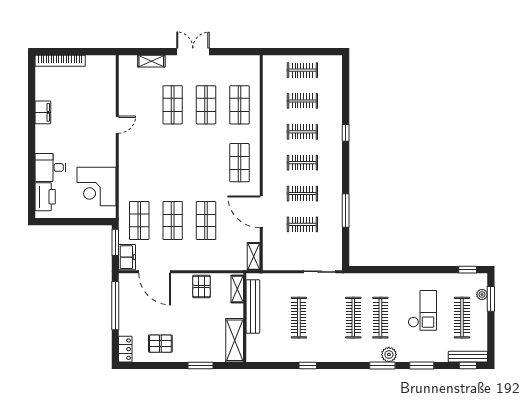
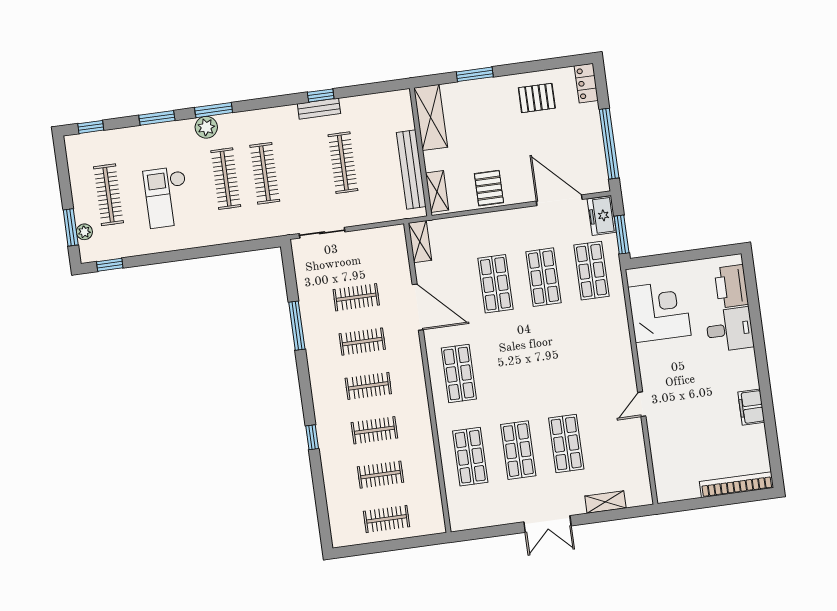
bench: (468, 357) -> (319, 109), moved, width x0.73

